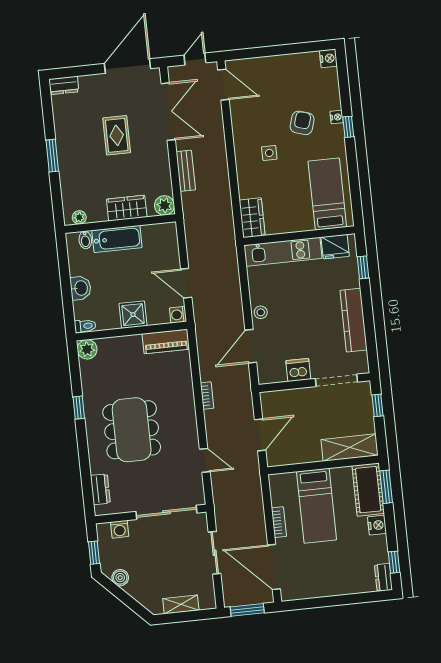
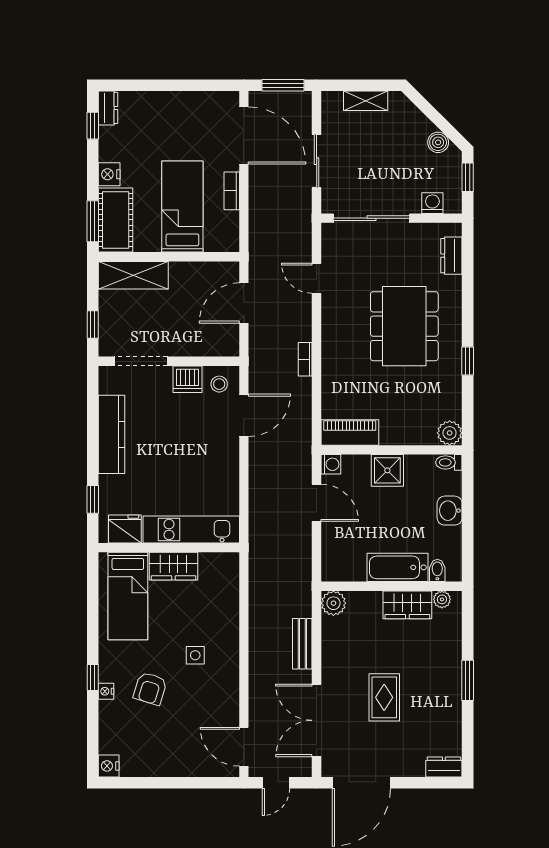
wardrobe: (127, 208) -> (407, 605), moved
wardrobe: (252, 218) -> (173, 566), moved, turned -90
stool: (261, 312) -> (219, 384), moved

